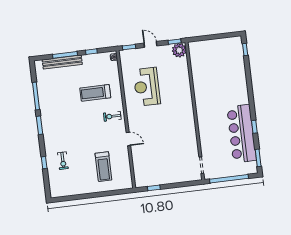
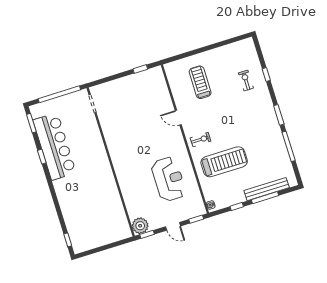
treadmill: (95, 93) -> (224, 162), width x1.37, depth x1.38

